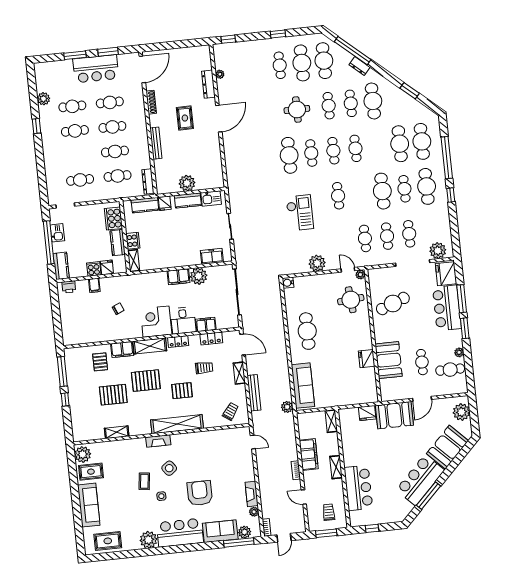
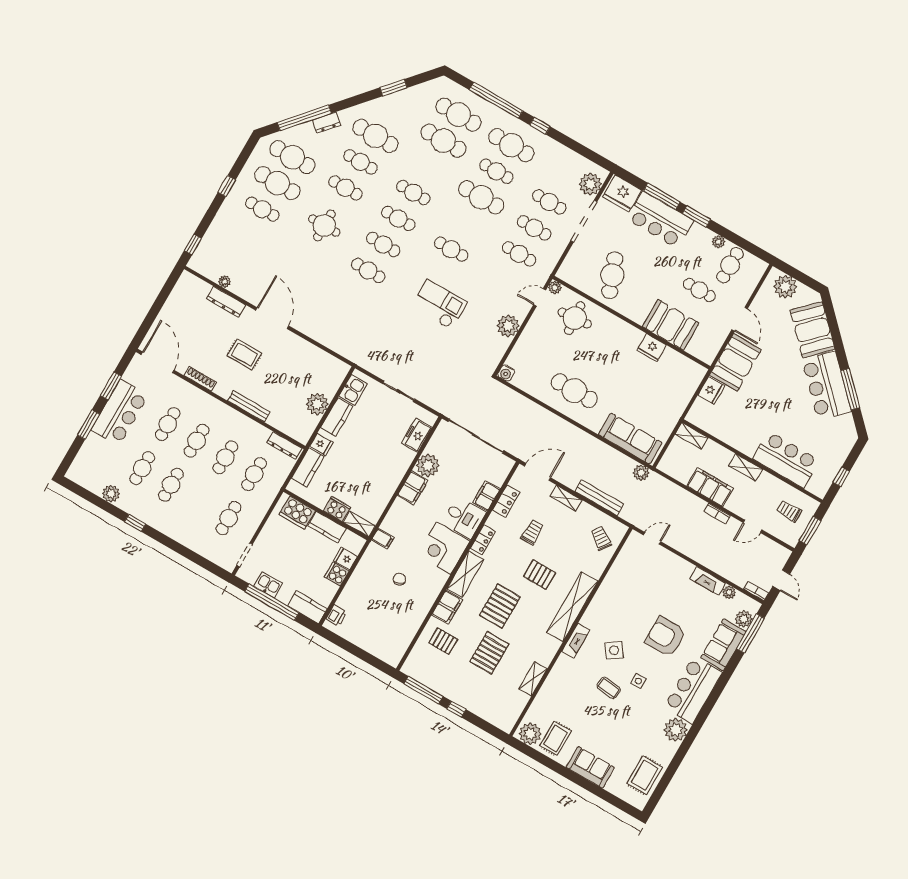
cafe table: (289, 155) -> (368, 270), width x0.73, depth x0.74
filing cabinet: (94, 285) -> (383, 539), moved
pallet: (182, 391) -> (540, 575), turned 90
sofa: (89, 505) -> (590, 767), width x0.73

